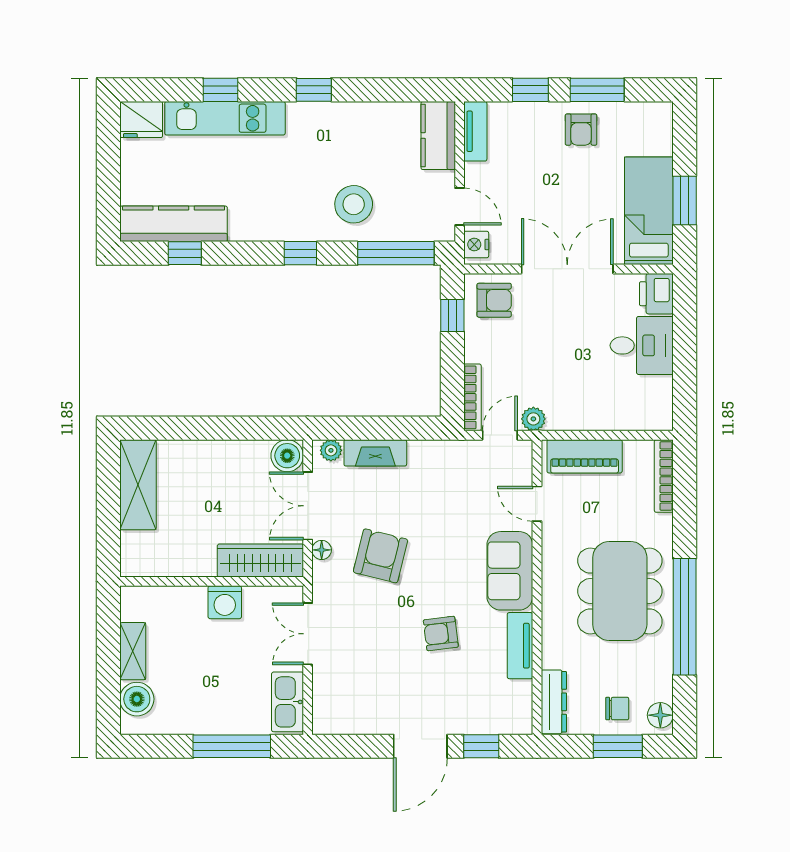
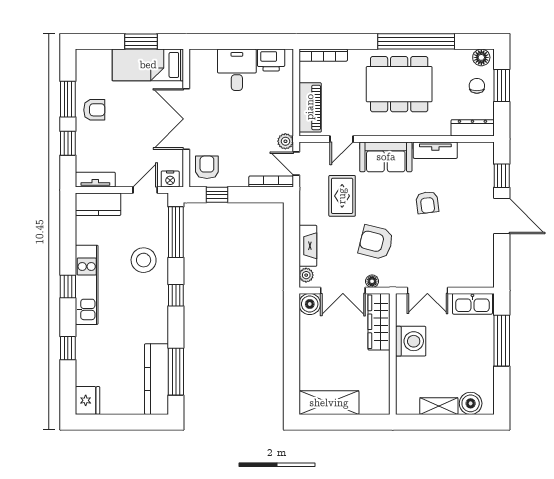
kitchen unit: (225, 118) -> (87, 285), moved
window: (185, 253) -> (176, 372), width x2.17
printer: (656, 294) -> (271, 60), moved
rug: (451, 505) -> (342, 196), added
washing machine: (225, 602) -> (411, 341), width x1.37, depth x1.37

